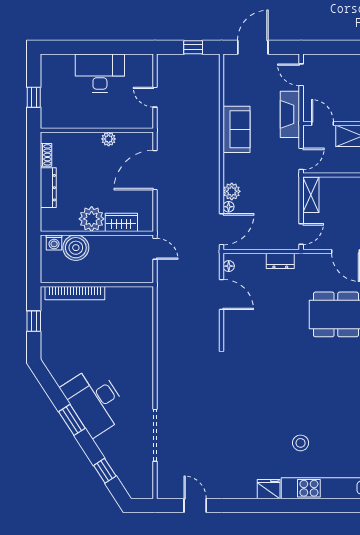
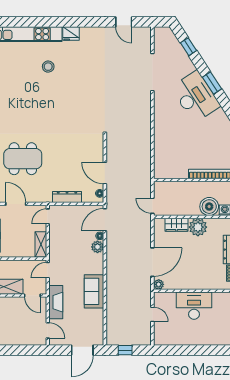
desk: (100, 73) -> (194, 306), moved, turned 180
plant: (109, 139) -> (159, 284), moved
dresser: (280, 261) -> (67, 197), width x1.44

